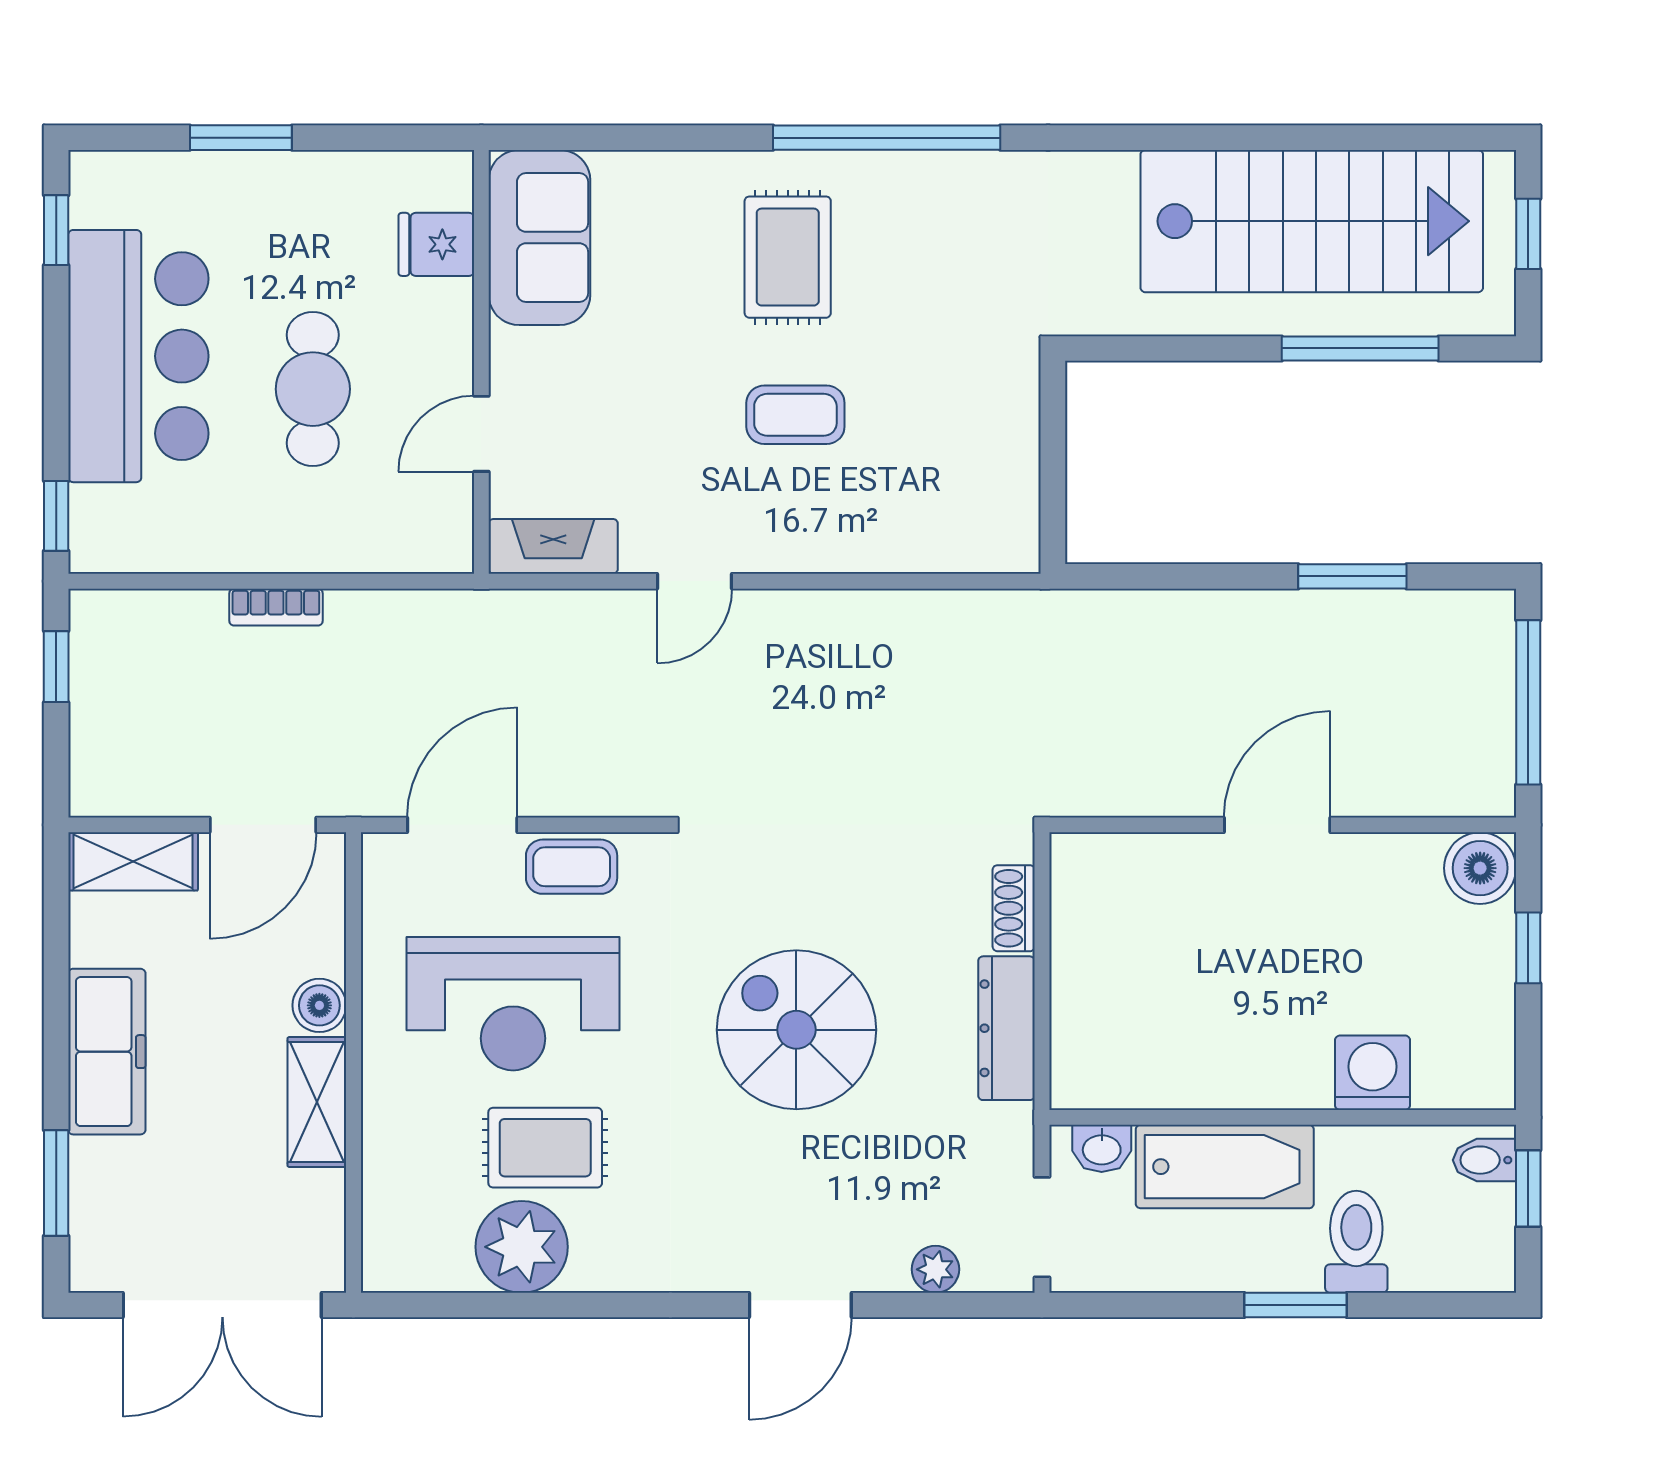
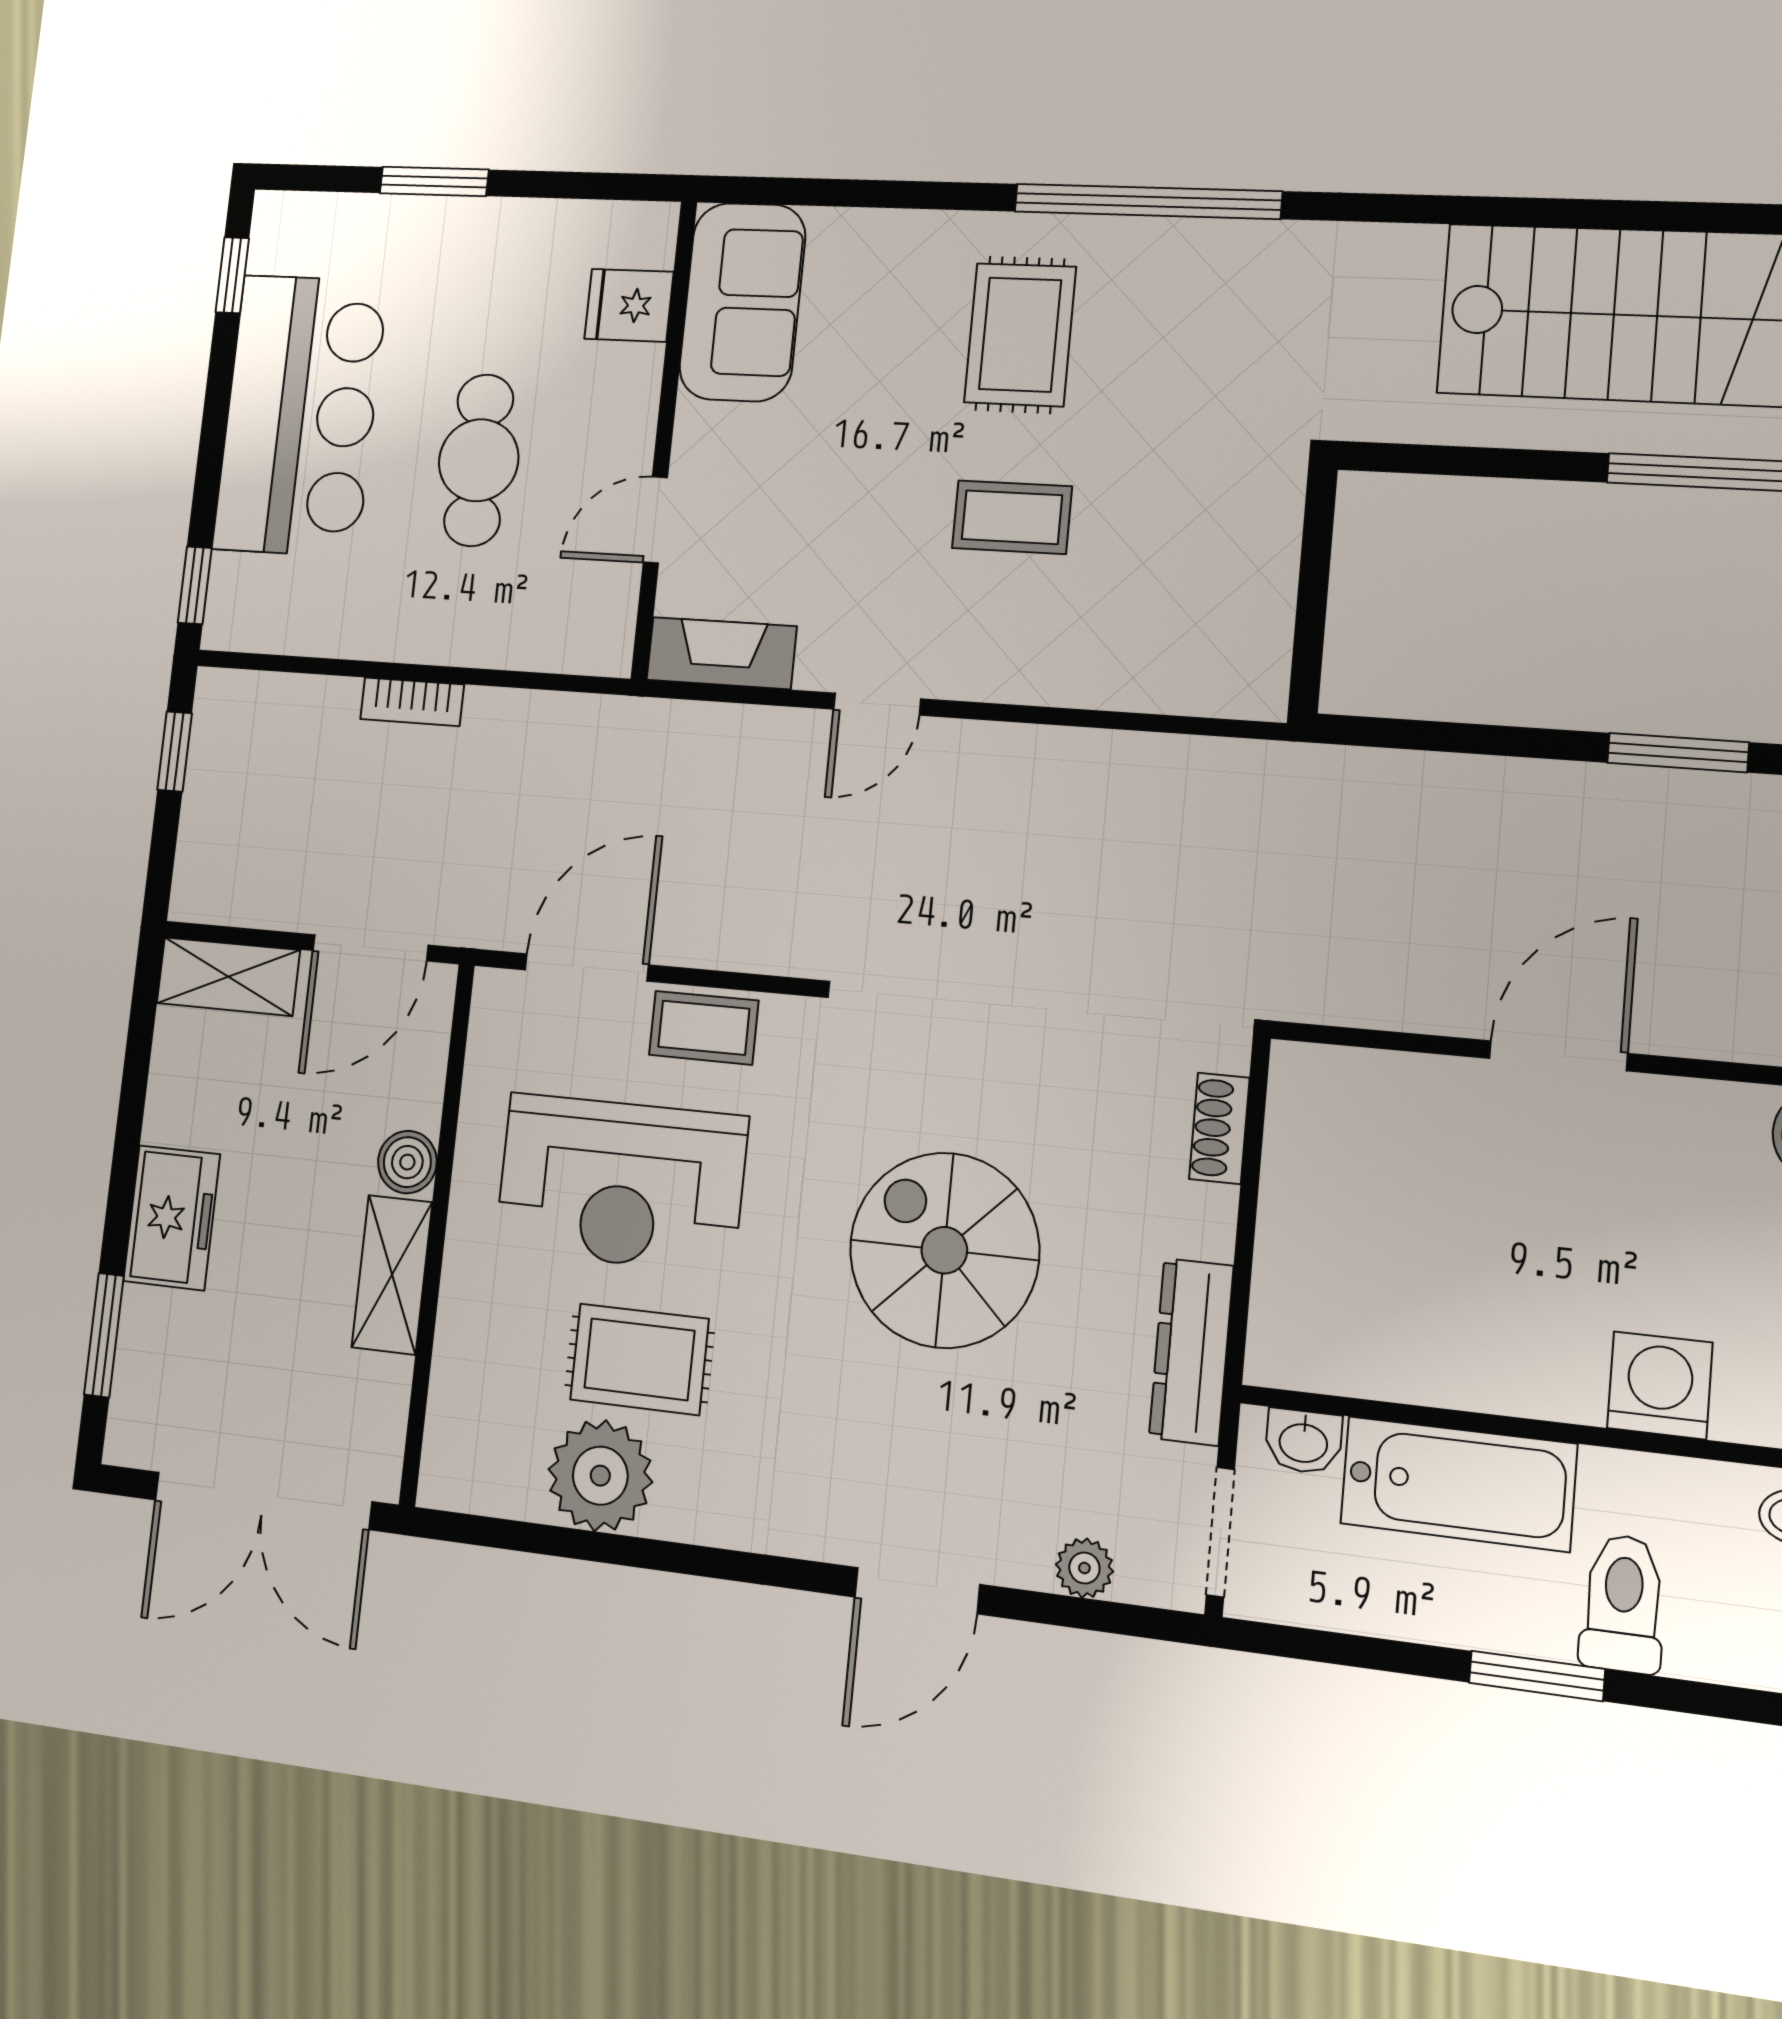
dresser: (1006, 1028) -> (1191, 1352), moved
freezer: (107, 1052) -> (172, 1218), width x0.71

